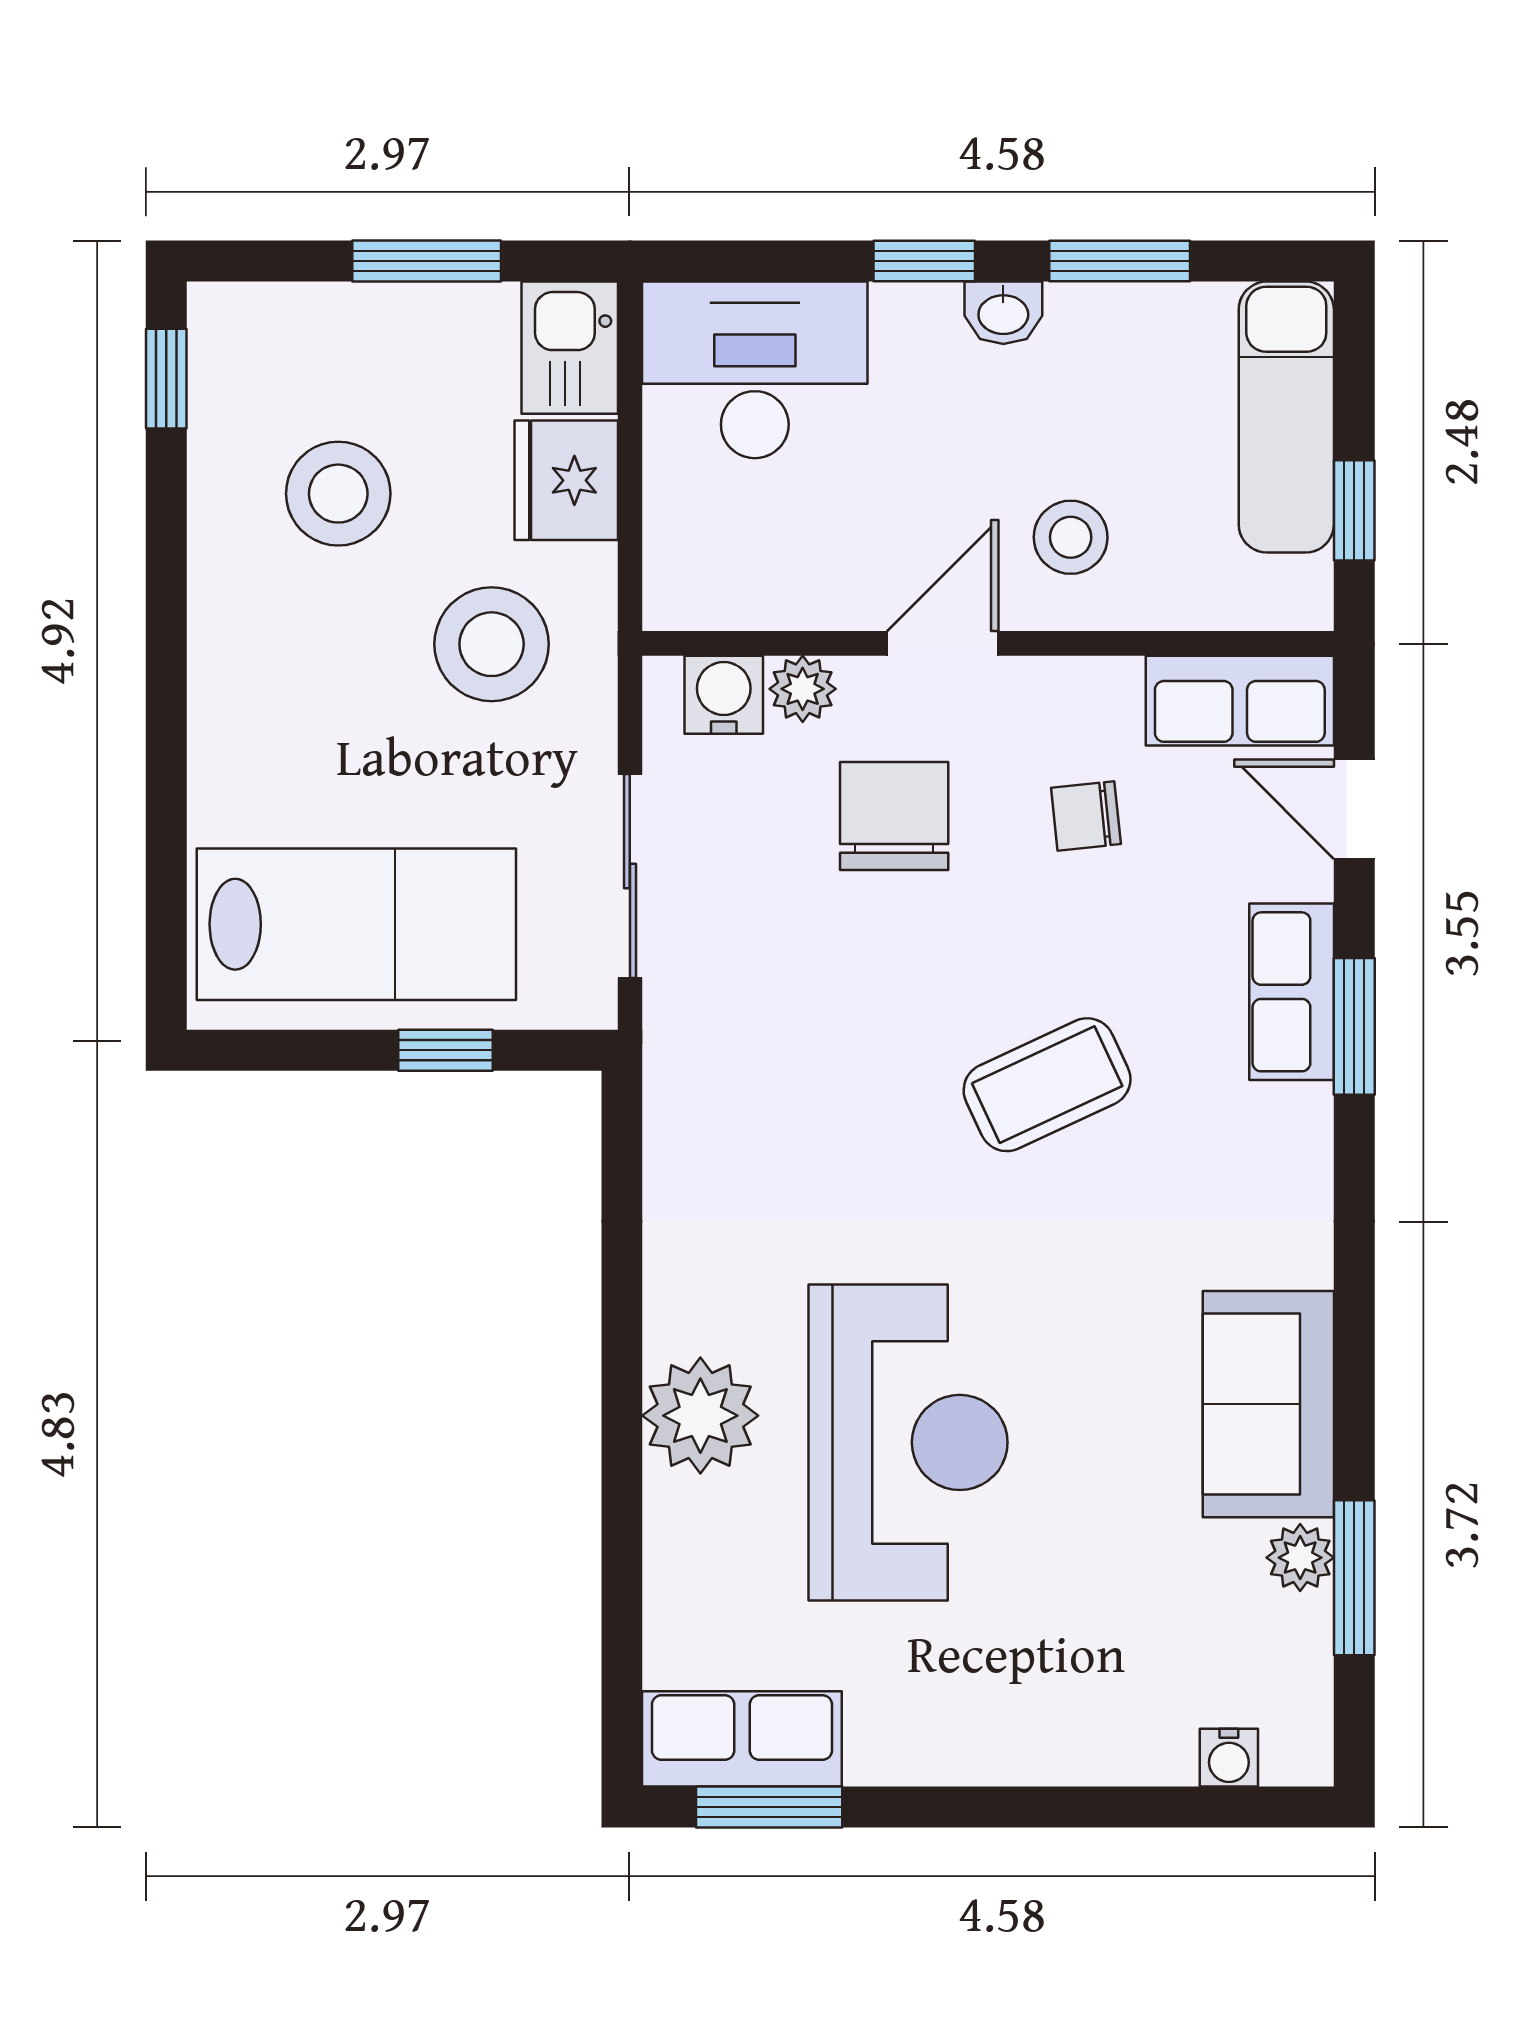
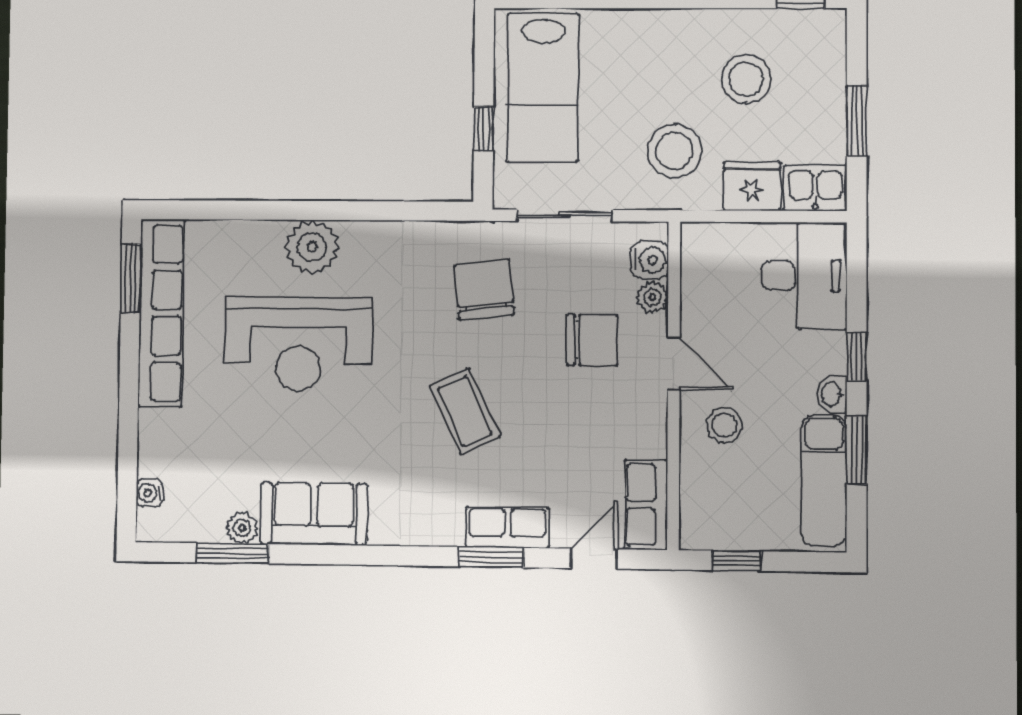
exam couch: (1286, 417) -> (824, 481), moved, turned -90
chair: (1086, 816) -> (484, 290), moved, width x1.87, depth x1.87
row of seats: (742, 1739) -> (161, 313), width x2.02

